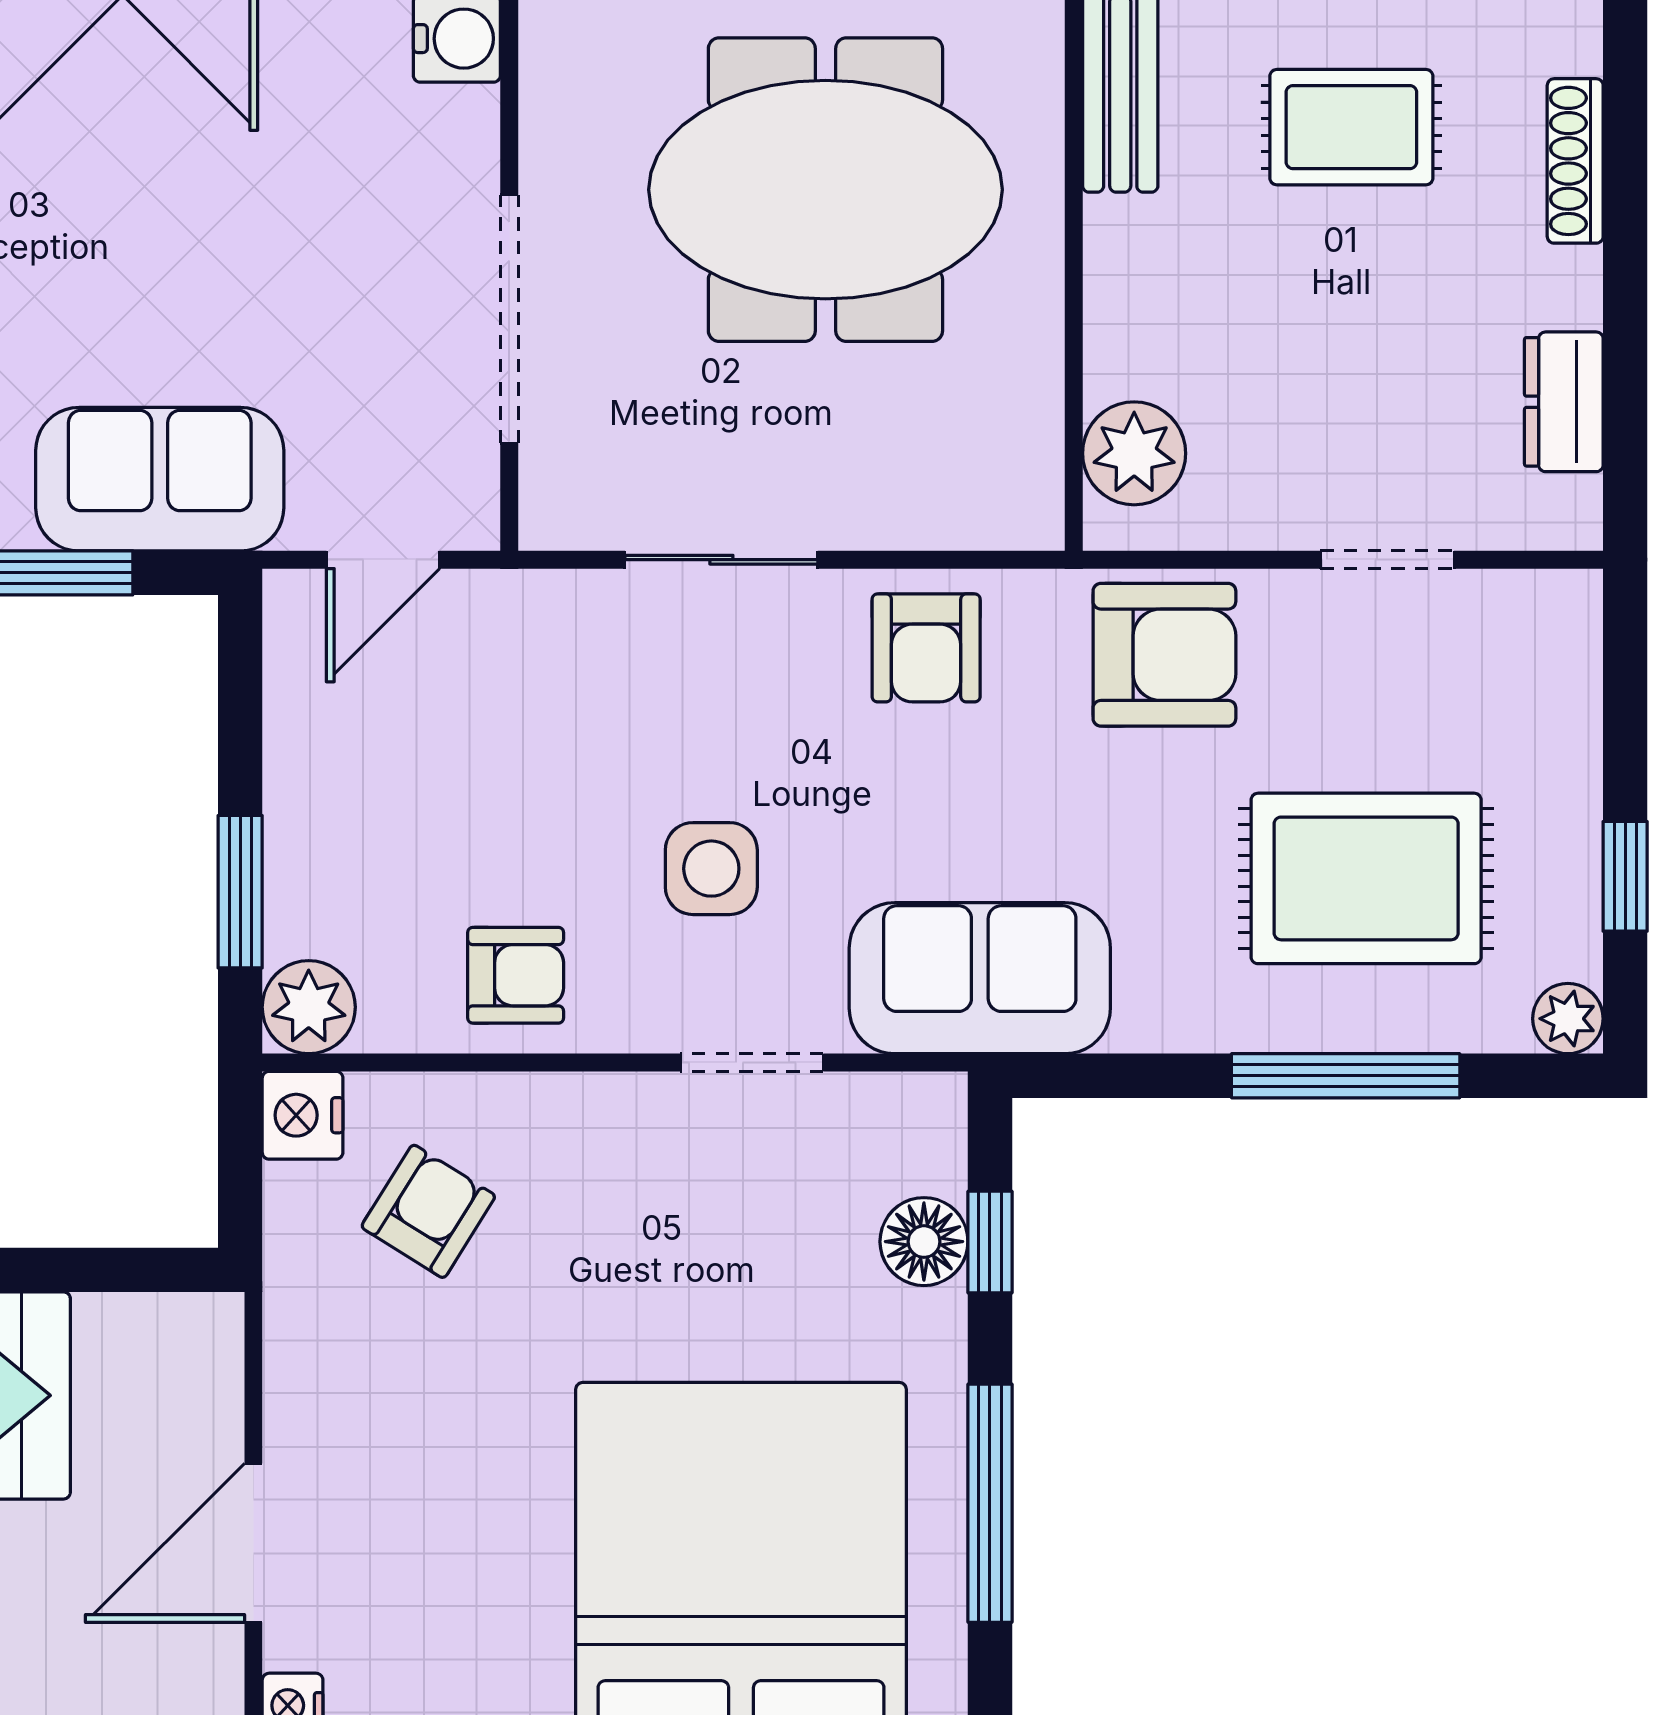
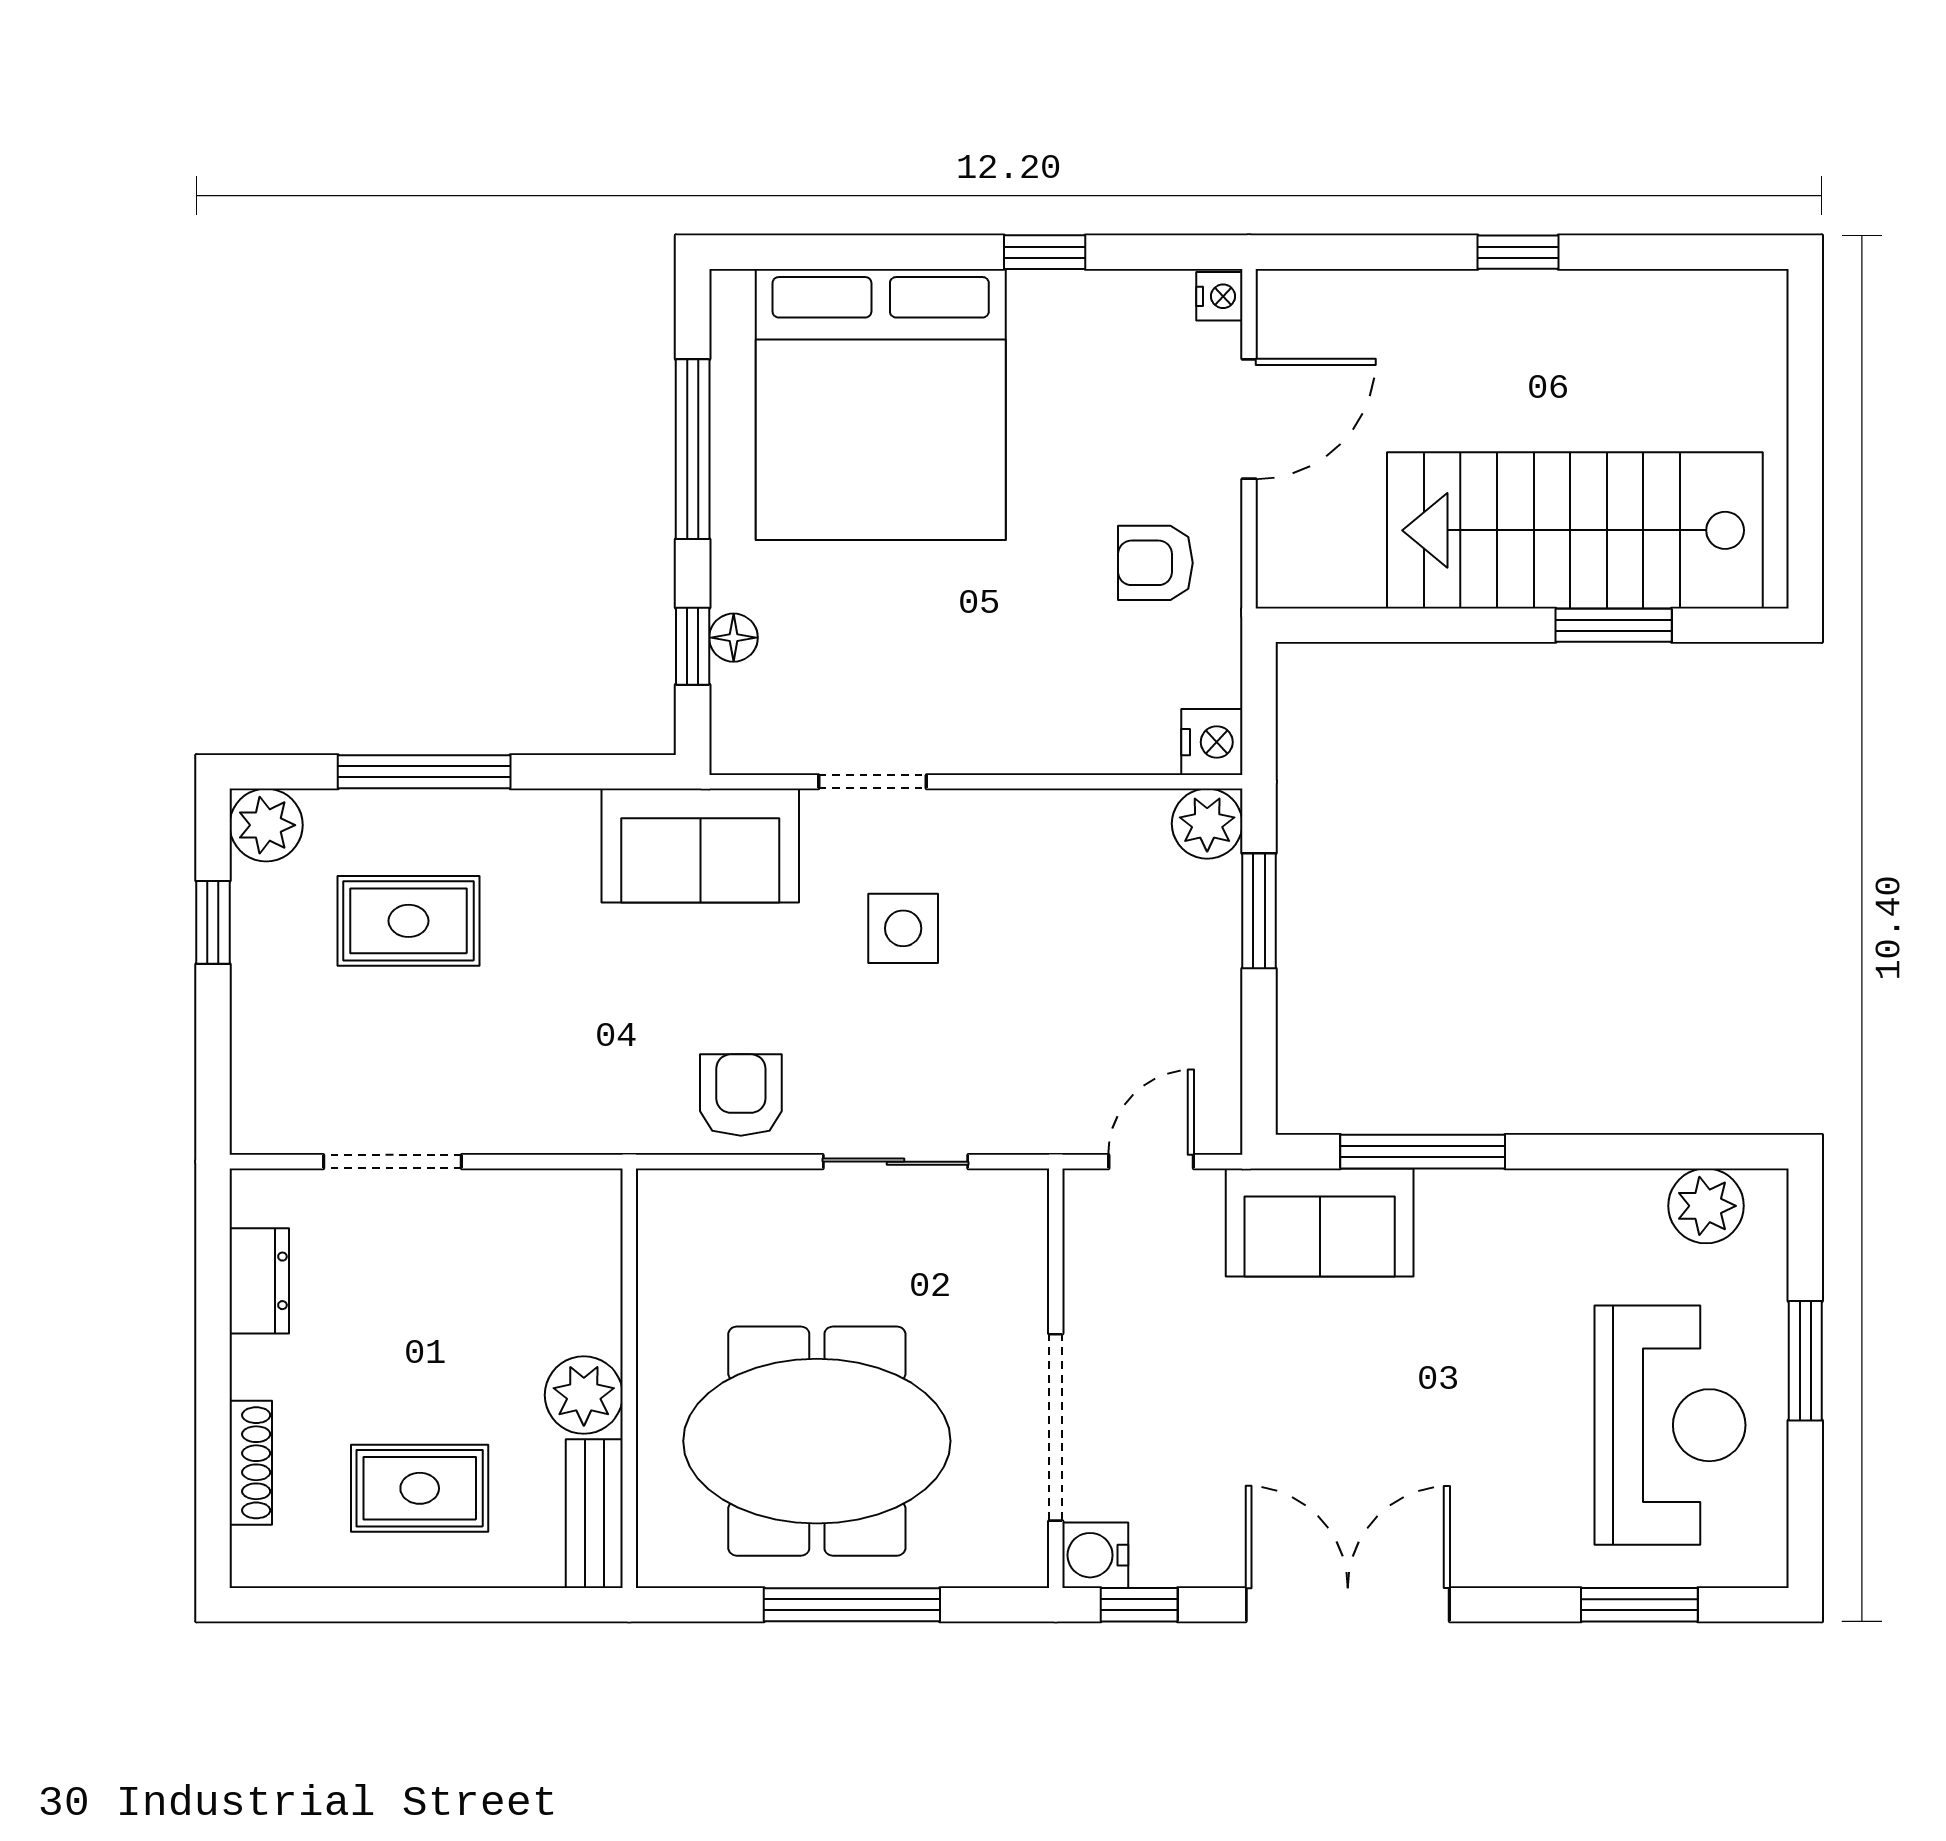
doorway: (509, 319) -> (1056, 1427), moved
plant: (1134, 453) -> (584, 1395), moved
doorway: (1387, 560) -> (393, 1162), width x1.38
armchair: (1164, 655) -> (561, 1090), removed
rug: (1366, 878) -> (409, 921), width x0.73, depth x0.70
armchair: (516, 975) -> (1051, 848), removed
plant: (1568, 1019) -> (266, 825), width x1.38, depth x1.38
armchair: (428, 1211) -> (1155, 563), moved, turned 58
floor lamp: (924, 1242) -> (734, 638), width x0.73, depth x0.73

